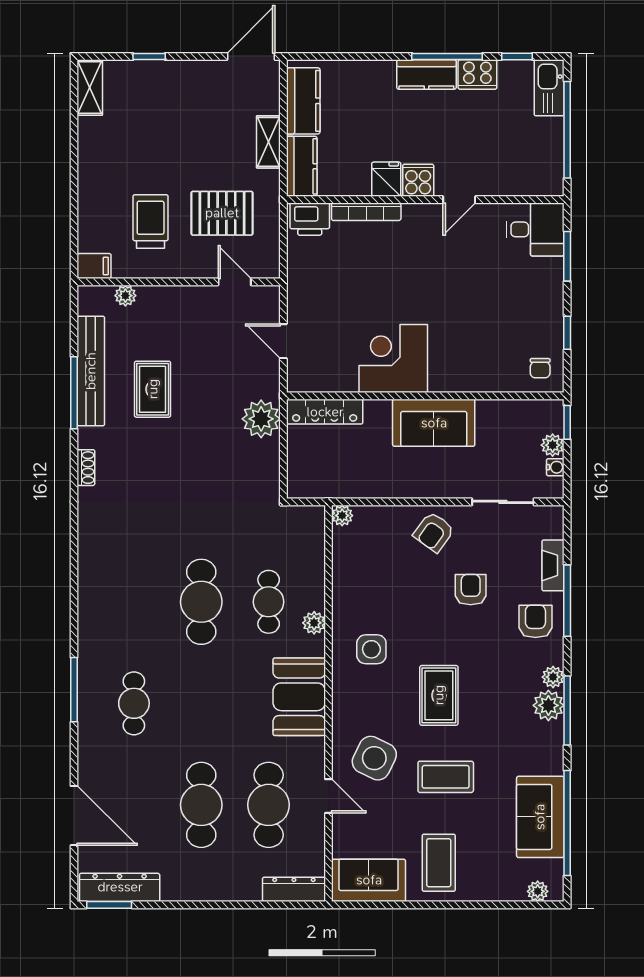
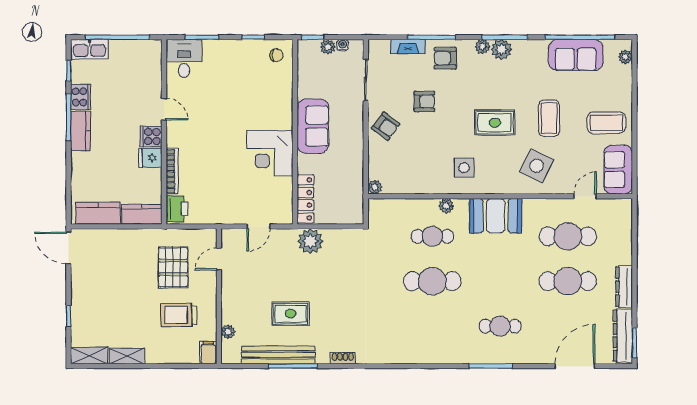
shelving: (268, 142) -> (127, 356), moved
armchair: (471, 590) -> (424, 101), turned 180
door: (328, 796) -> (585, 196), moved
dresser: (294, 889) -> (624, 287), moved

